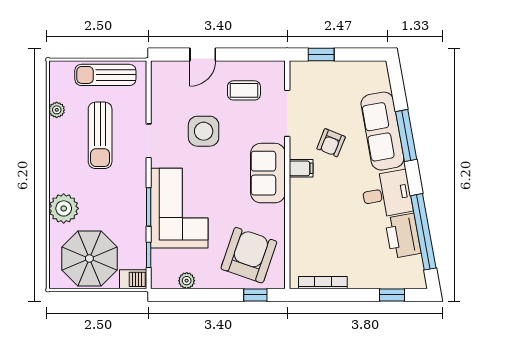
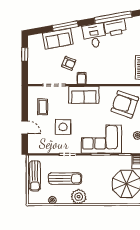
window: (321, 54) -> (25, 54), moved
sofa: (382, 131) -> (58, 39), width x0.73
plant: (64, 208) -> (79, 197), moved

